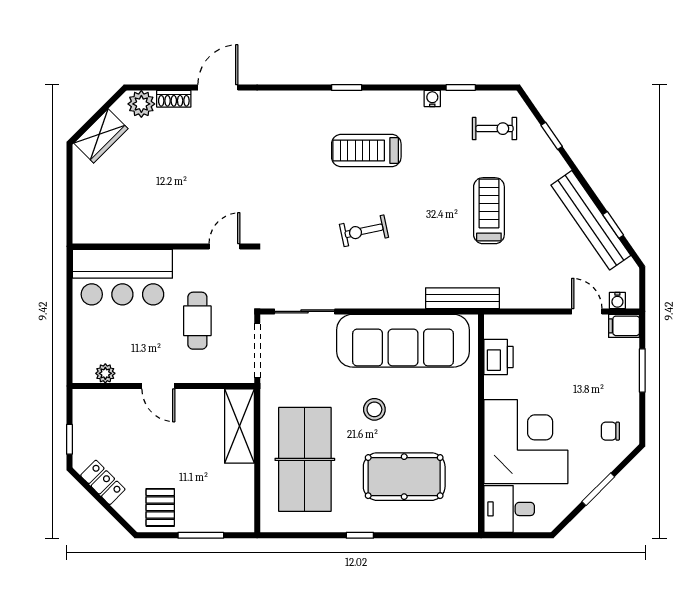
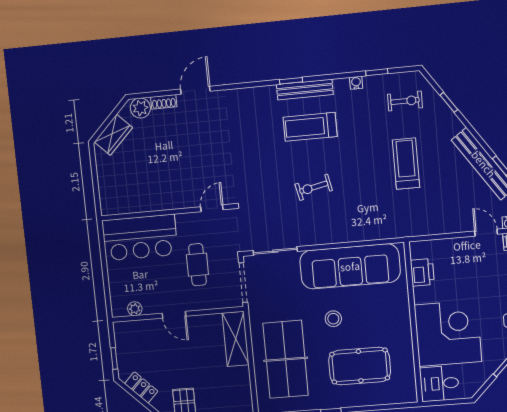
bench: (463, 298) -> (305, 89), moved

